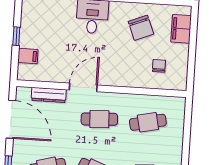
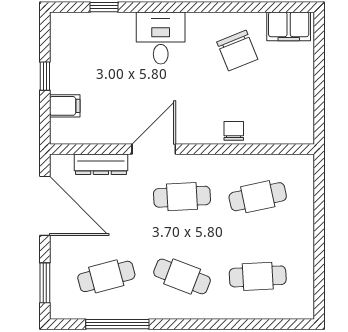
filing cabinet: (181, 29) -> (289, 26), moved, turned -90
chair: (159, 66) -> (234, 131), moved

